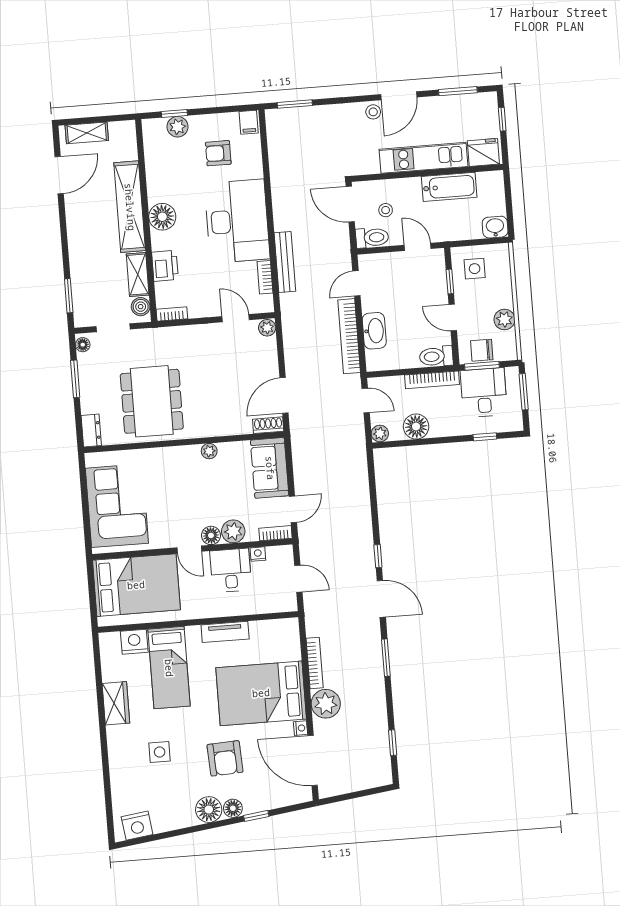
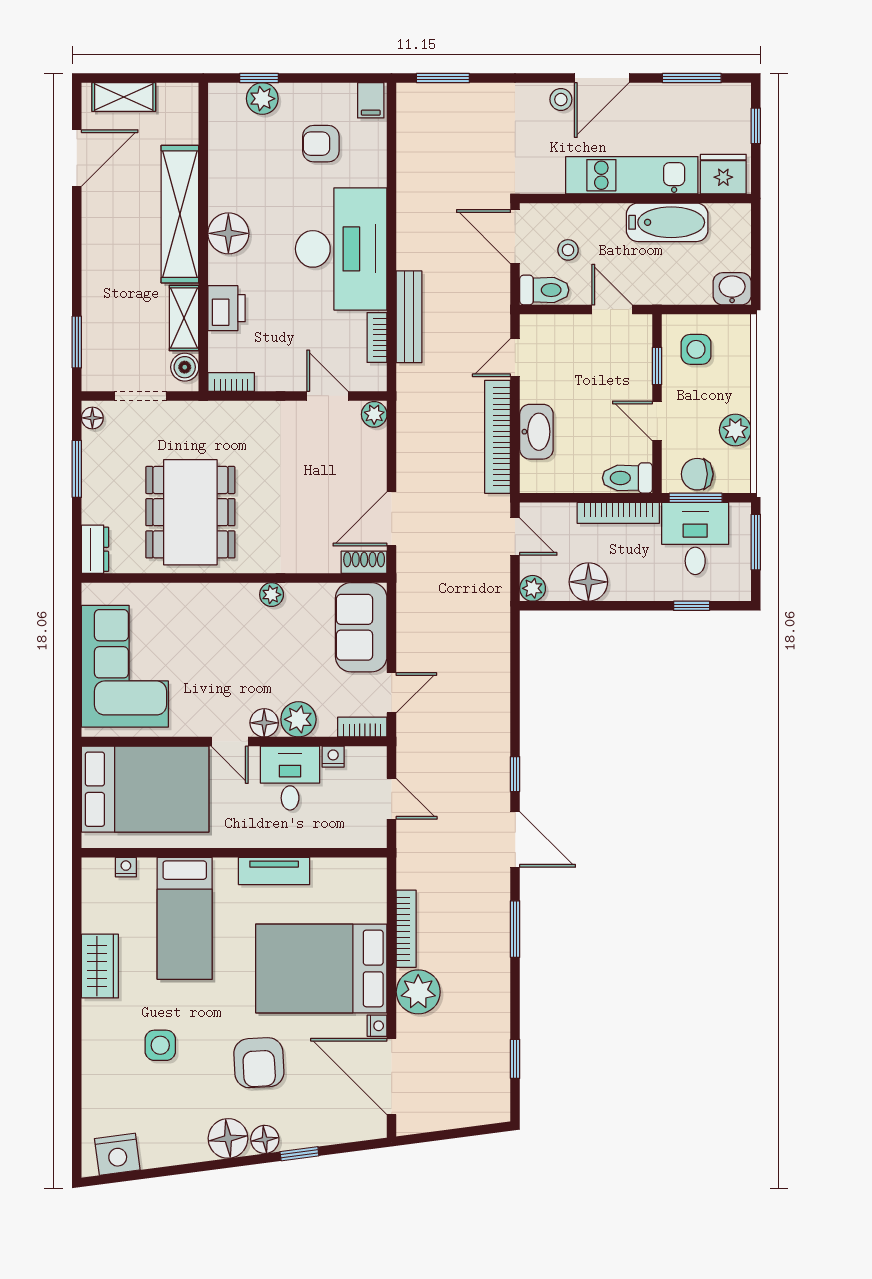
nightstand: (134, 642) -> (126, 867), width x0.53, depth x0.56

